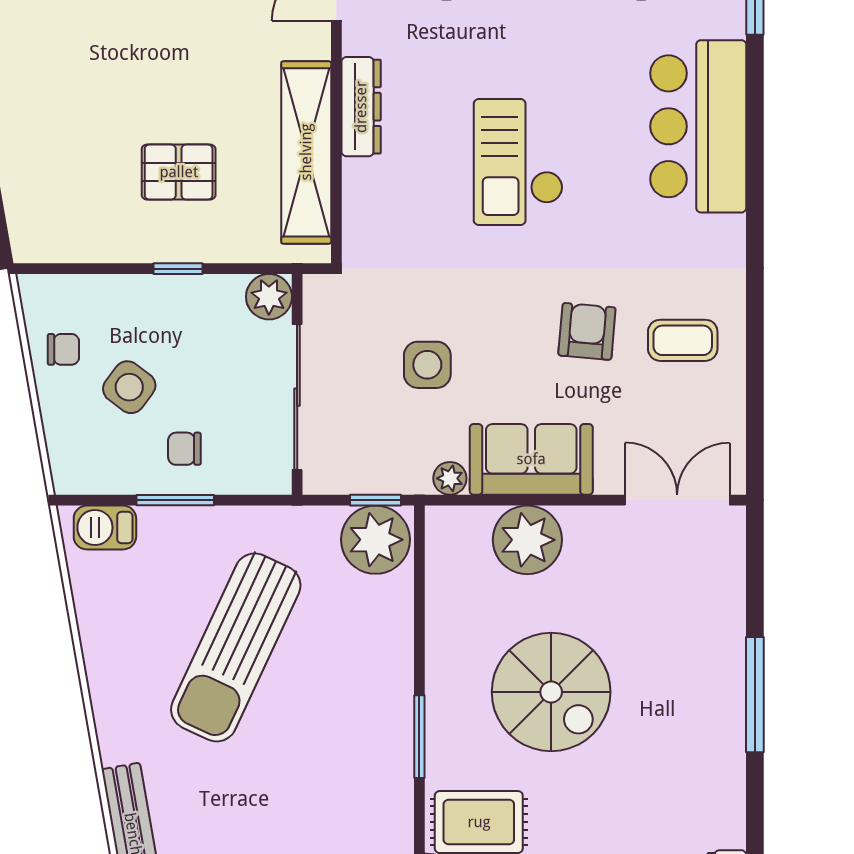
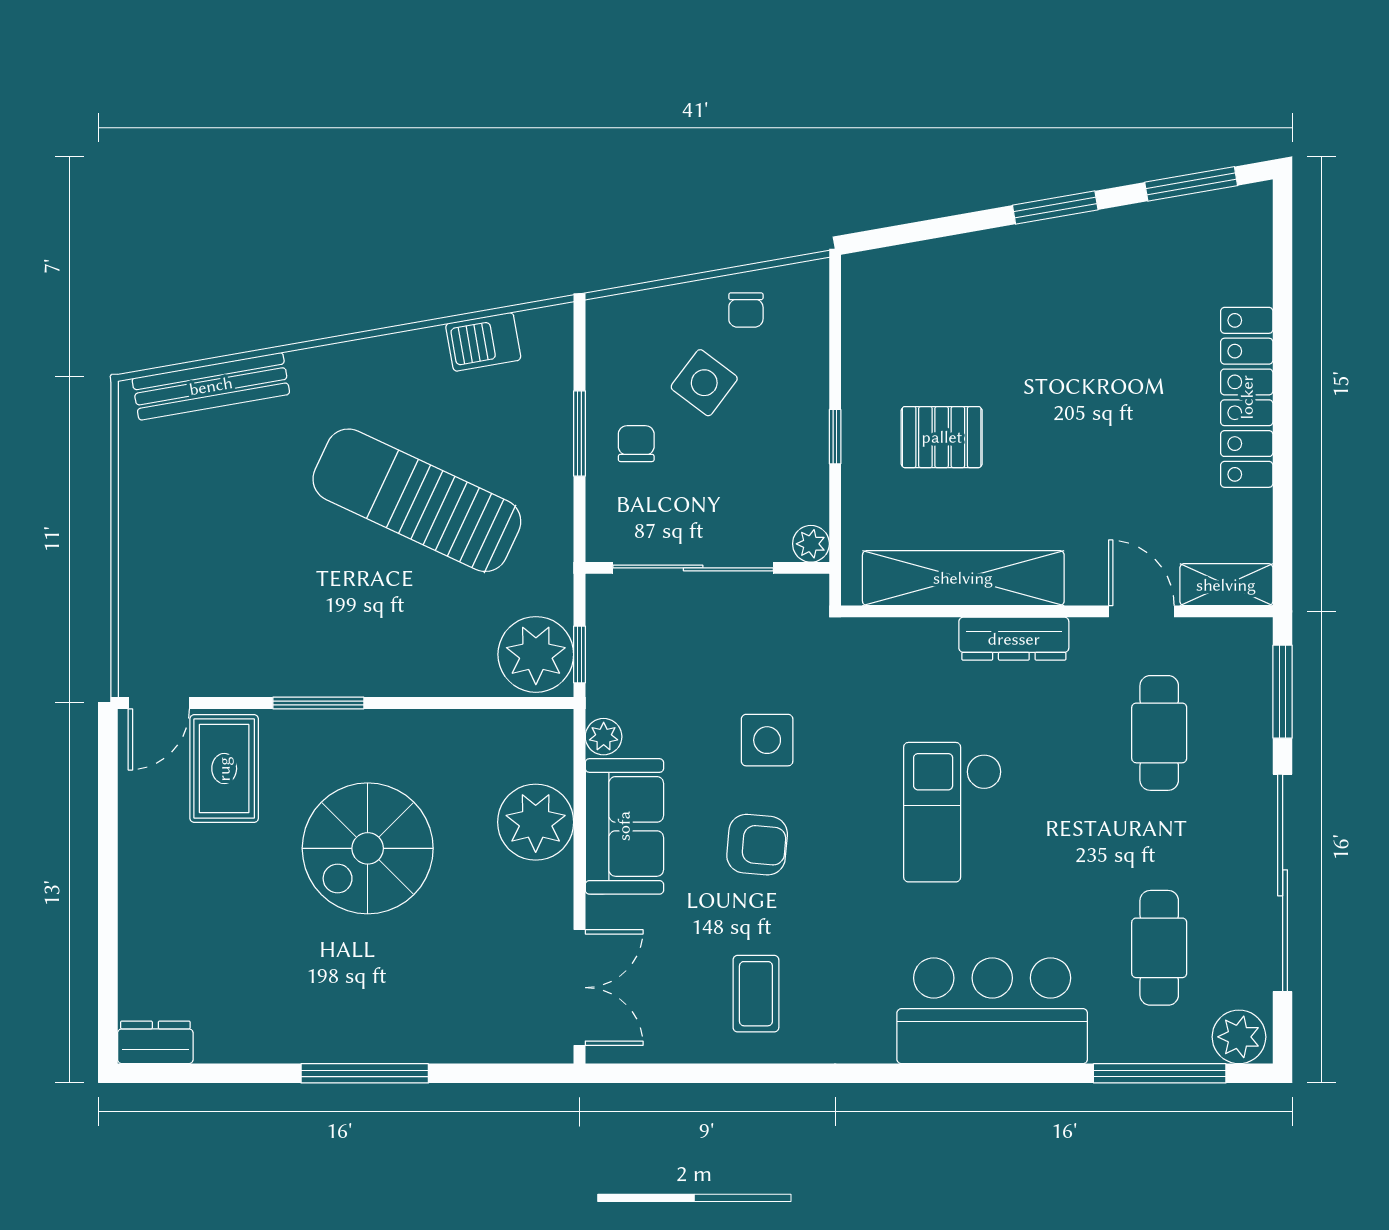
checkout: (518, 162) -> (953, 812), turned -90
pallet: (179, 172) -> (942, 437), turned 90
plant: (269, 297) -> (811, 544), width x0.73, depth x0.73
armchair: (587, 331) -> (757, 845), moved
side table: (427, 365) -> (767, 740), moved
barbecue: (105, 527) -> (483, 342), moved, turned -100

